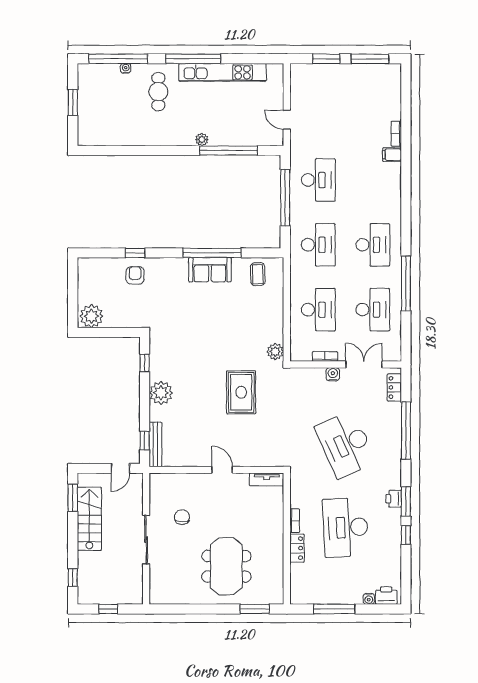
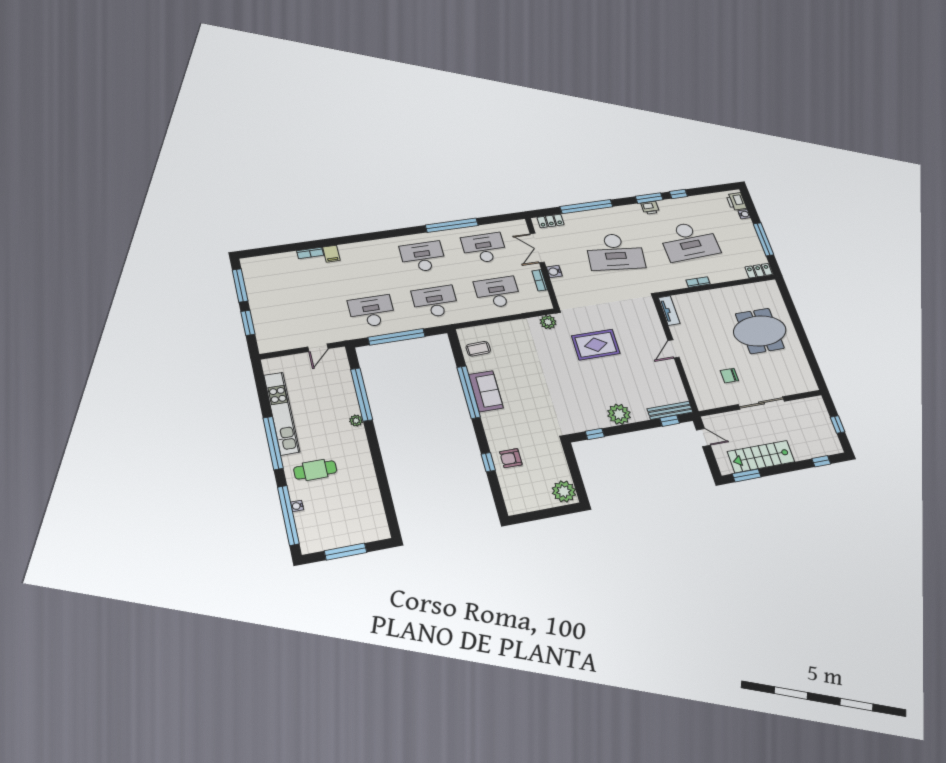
window: (73, 102) -> (346, 552), width x1.44
desk: (346, 444) -> (615, 252), turned 30
locker: (297, 548) -> (759, 271), moved
window: (255, 609) -> (788, 302), removed

